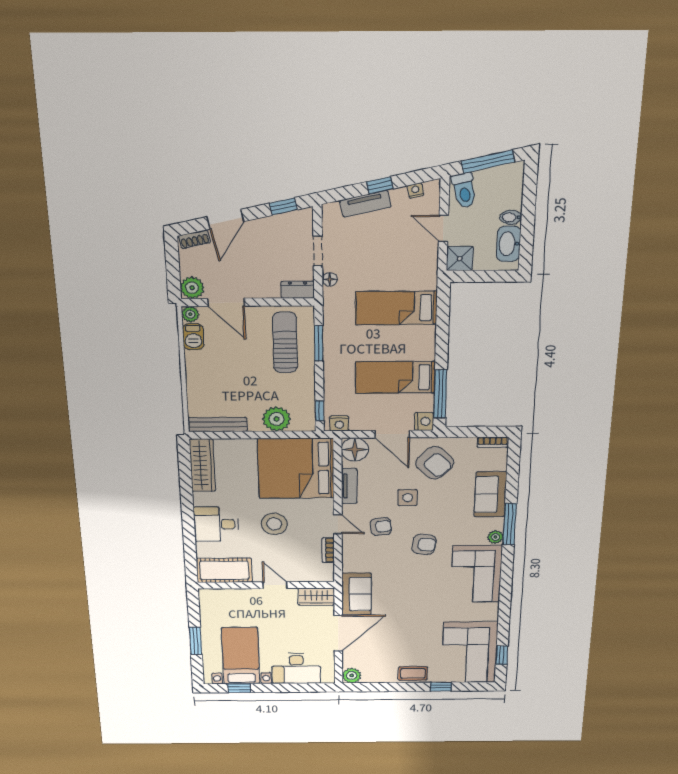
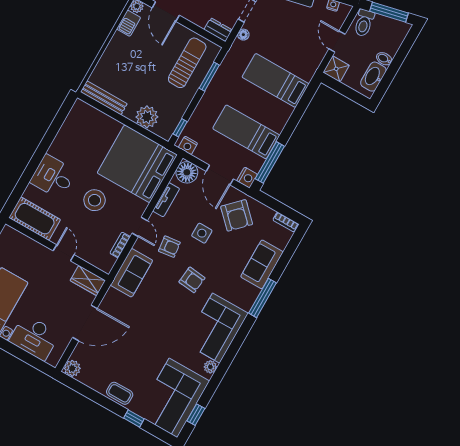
wardrobe: (202, 465) -> (73, 123), removed
plant: (495, 537) -> (210, 367), moved
sofa: (356, 594) -> (131, 273), moved

